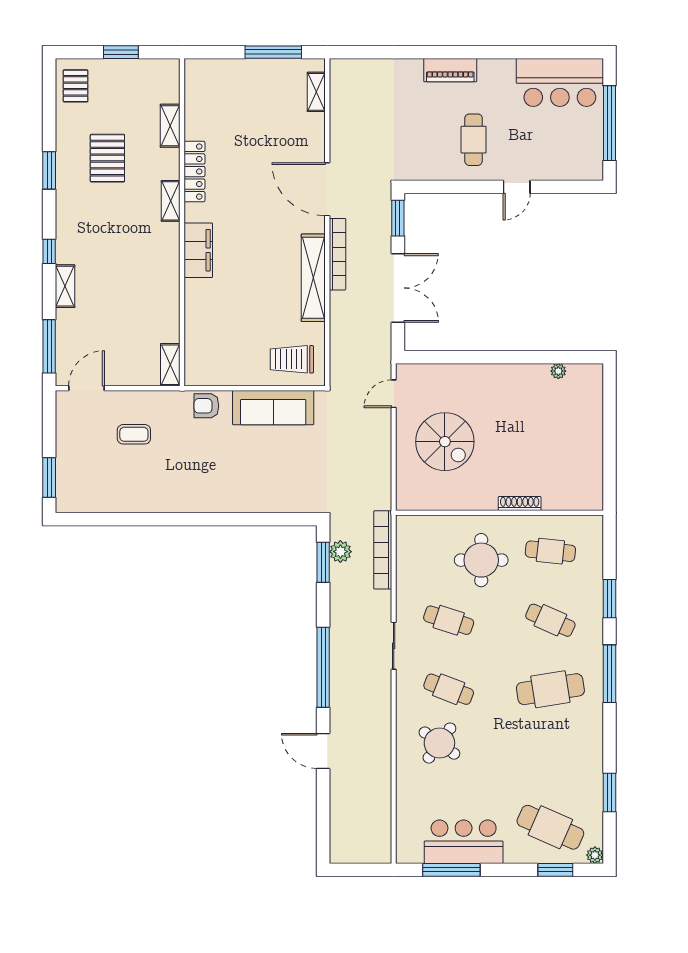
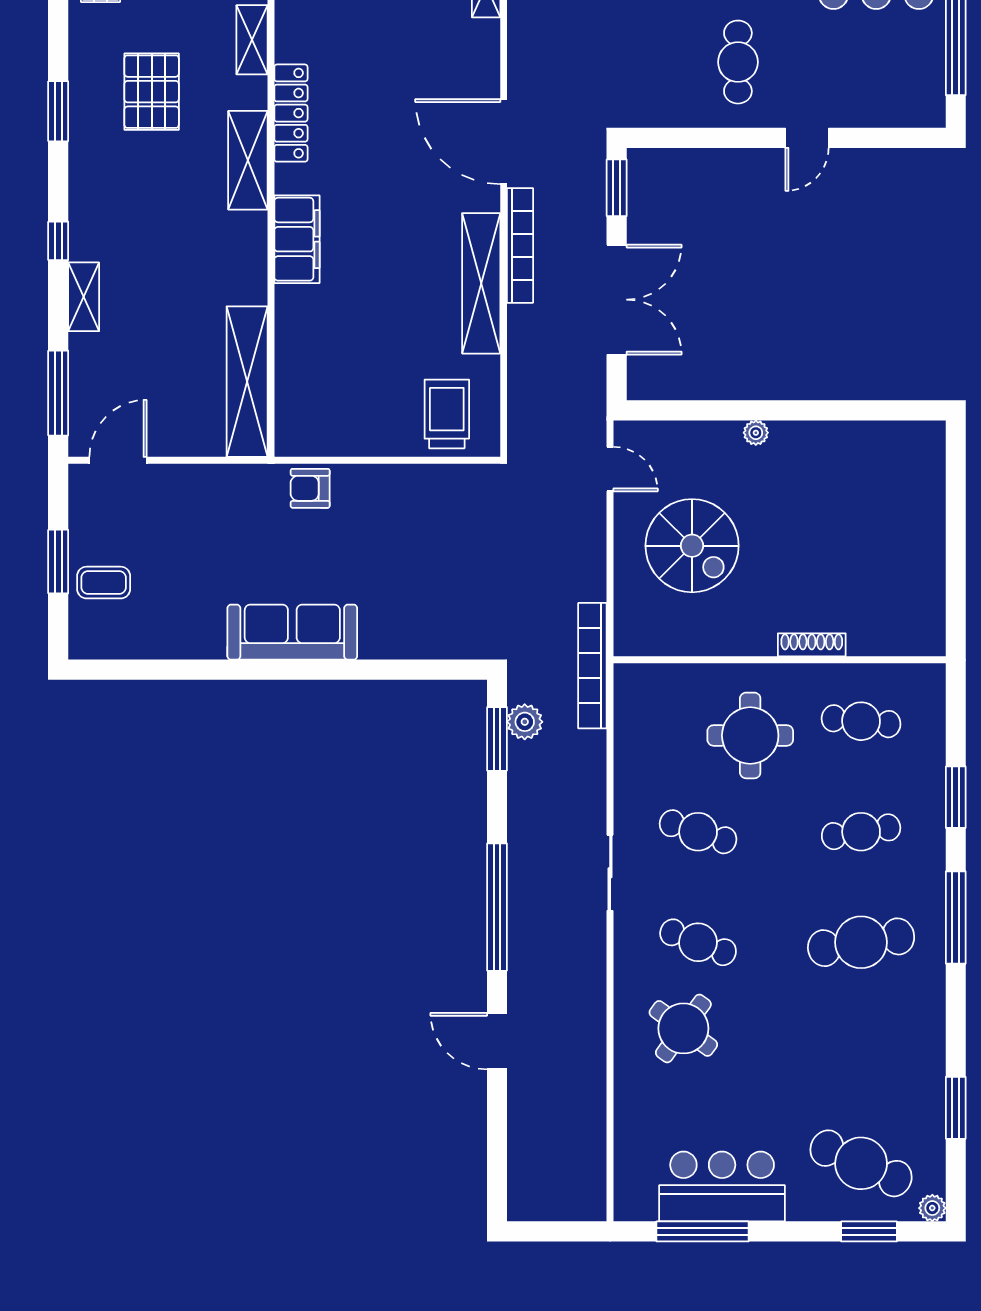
shelving: (171, 201) -> (248, 160), width x1.50, depth x1.33
trolley: (292, 359) -> (447, 414), turned 90
shelving: (170, 365) -> (247, 382), width x2.20, depth x1.33
plant: (558, 371) -> (756, 433), moved
door: (394, 394) -> (610, 469), swing flipped
sofa: (273, 408) -> (292, 632), moved, turned 180
coffee table: (134, 434) -> (104, 583), moved
window: (49, 478) -> (58, 562), moved
bookcase: (383, 550) -> (592, 666), moved
cafe table: (550, 620) -> (861, 832), turned -33

